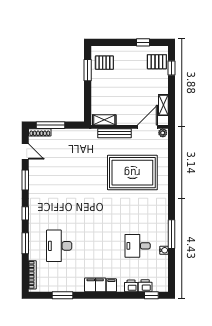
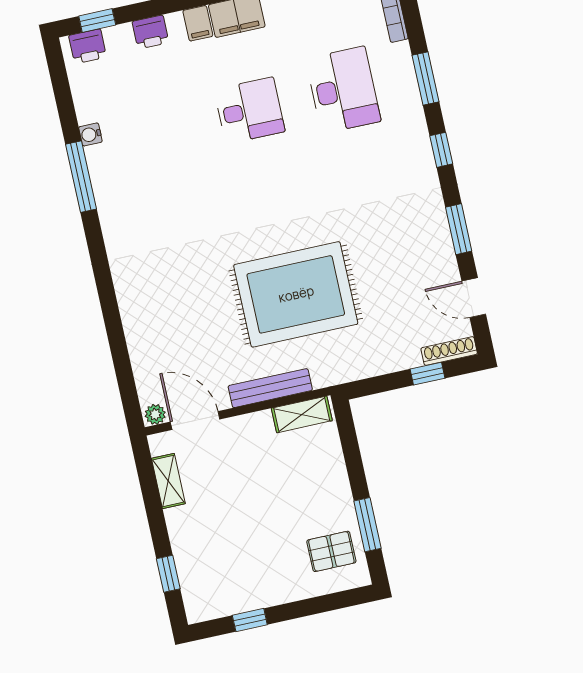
pallet: (157, 62) -> (206, 581), removed
window: (50, 125) -> (428, 374), width x0.46
door: (147, 127) -> (195, 421), swing flipped
rug: (132, 173) -> (296, 294), moved
desk: (138, 246) -> (249, 111), moved
printer: (145, 286) -> (88, 46), moved

